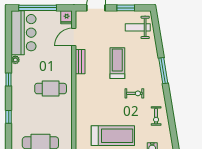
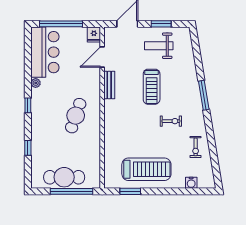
weight bench: (138, 27) -> (159, 46), moved
treadmill: (117, 63) -> (152, 87), turned 180
cafe table: (51, 89) -> (76, 116), turned -71

